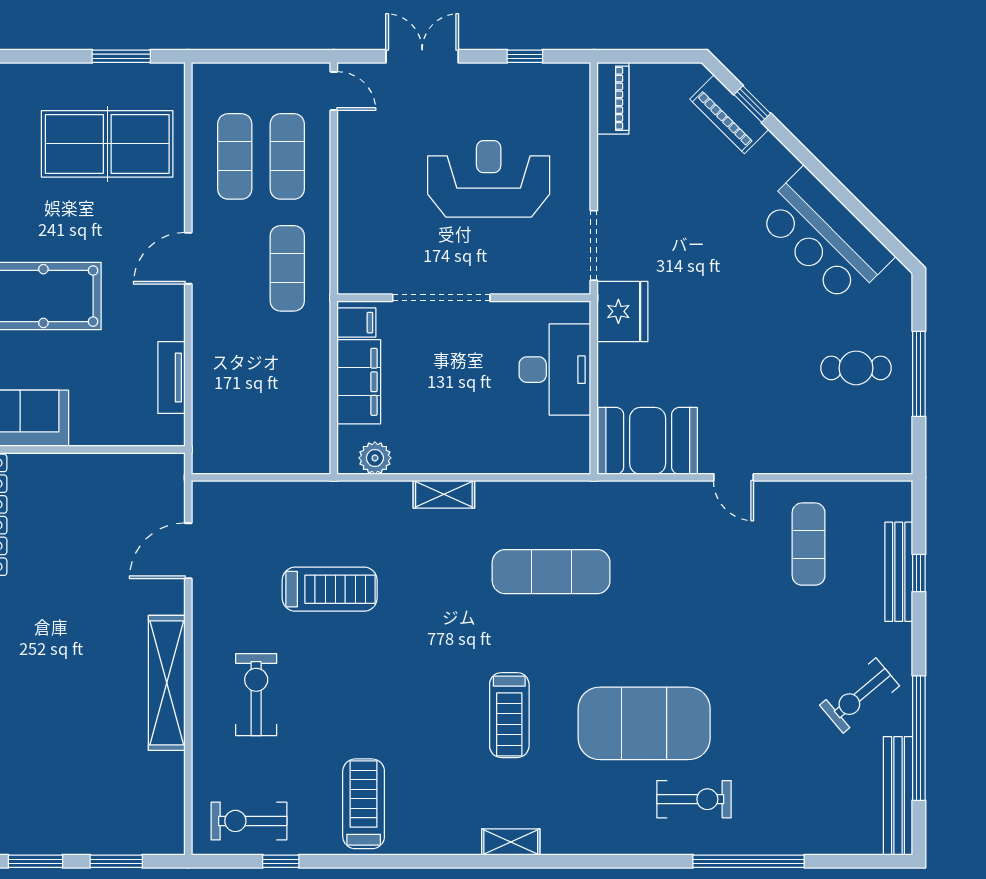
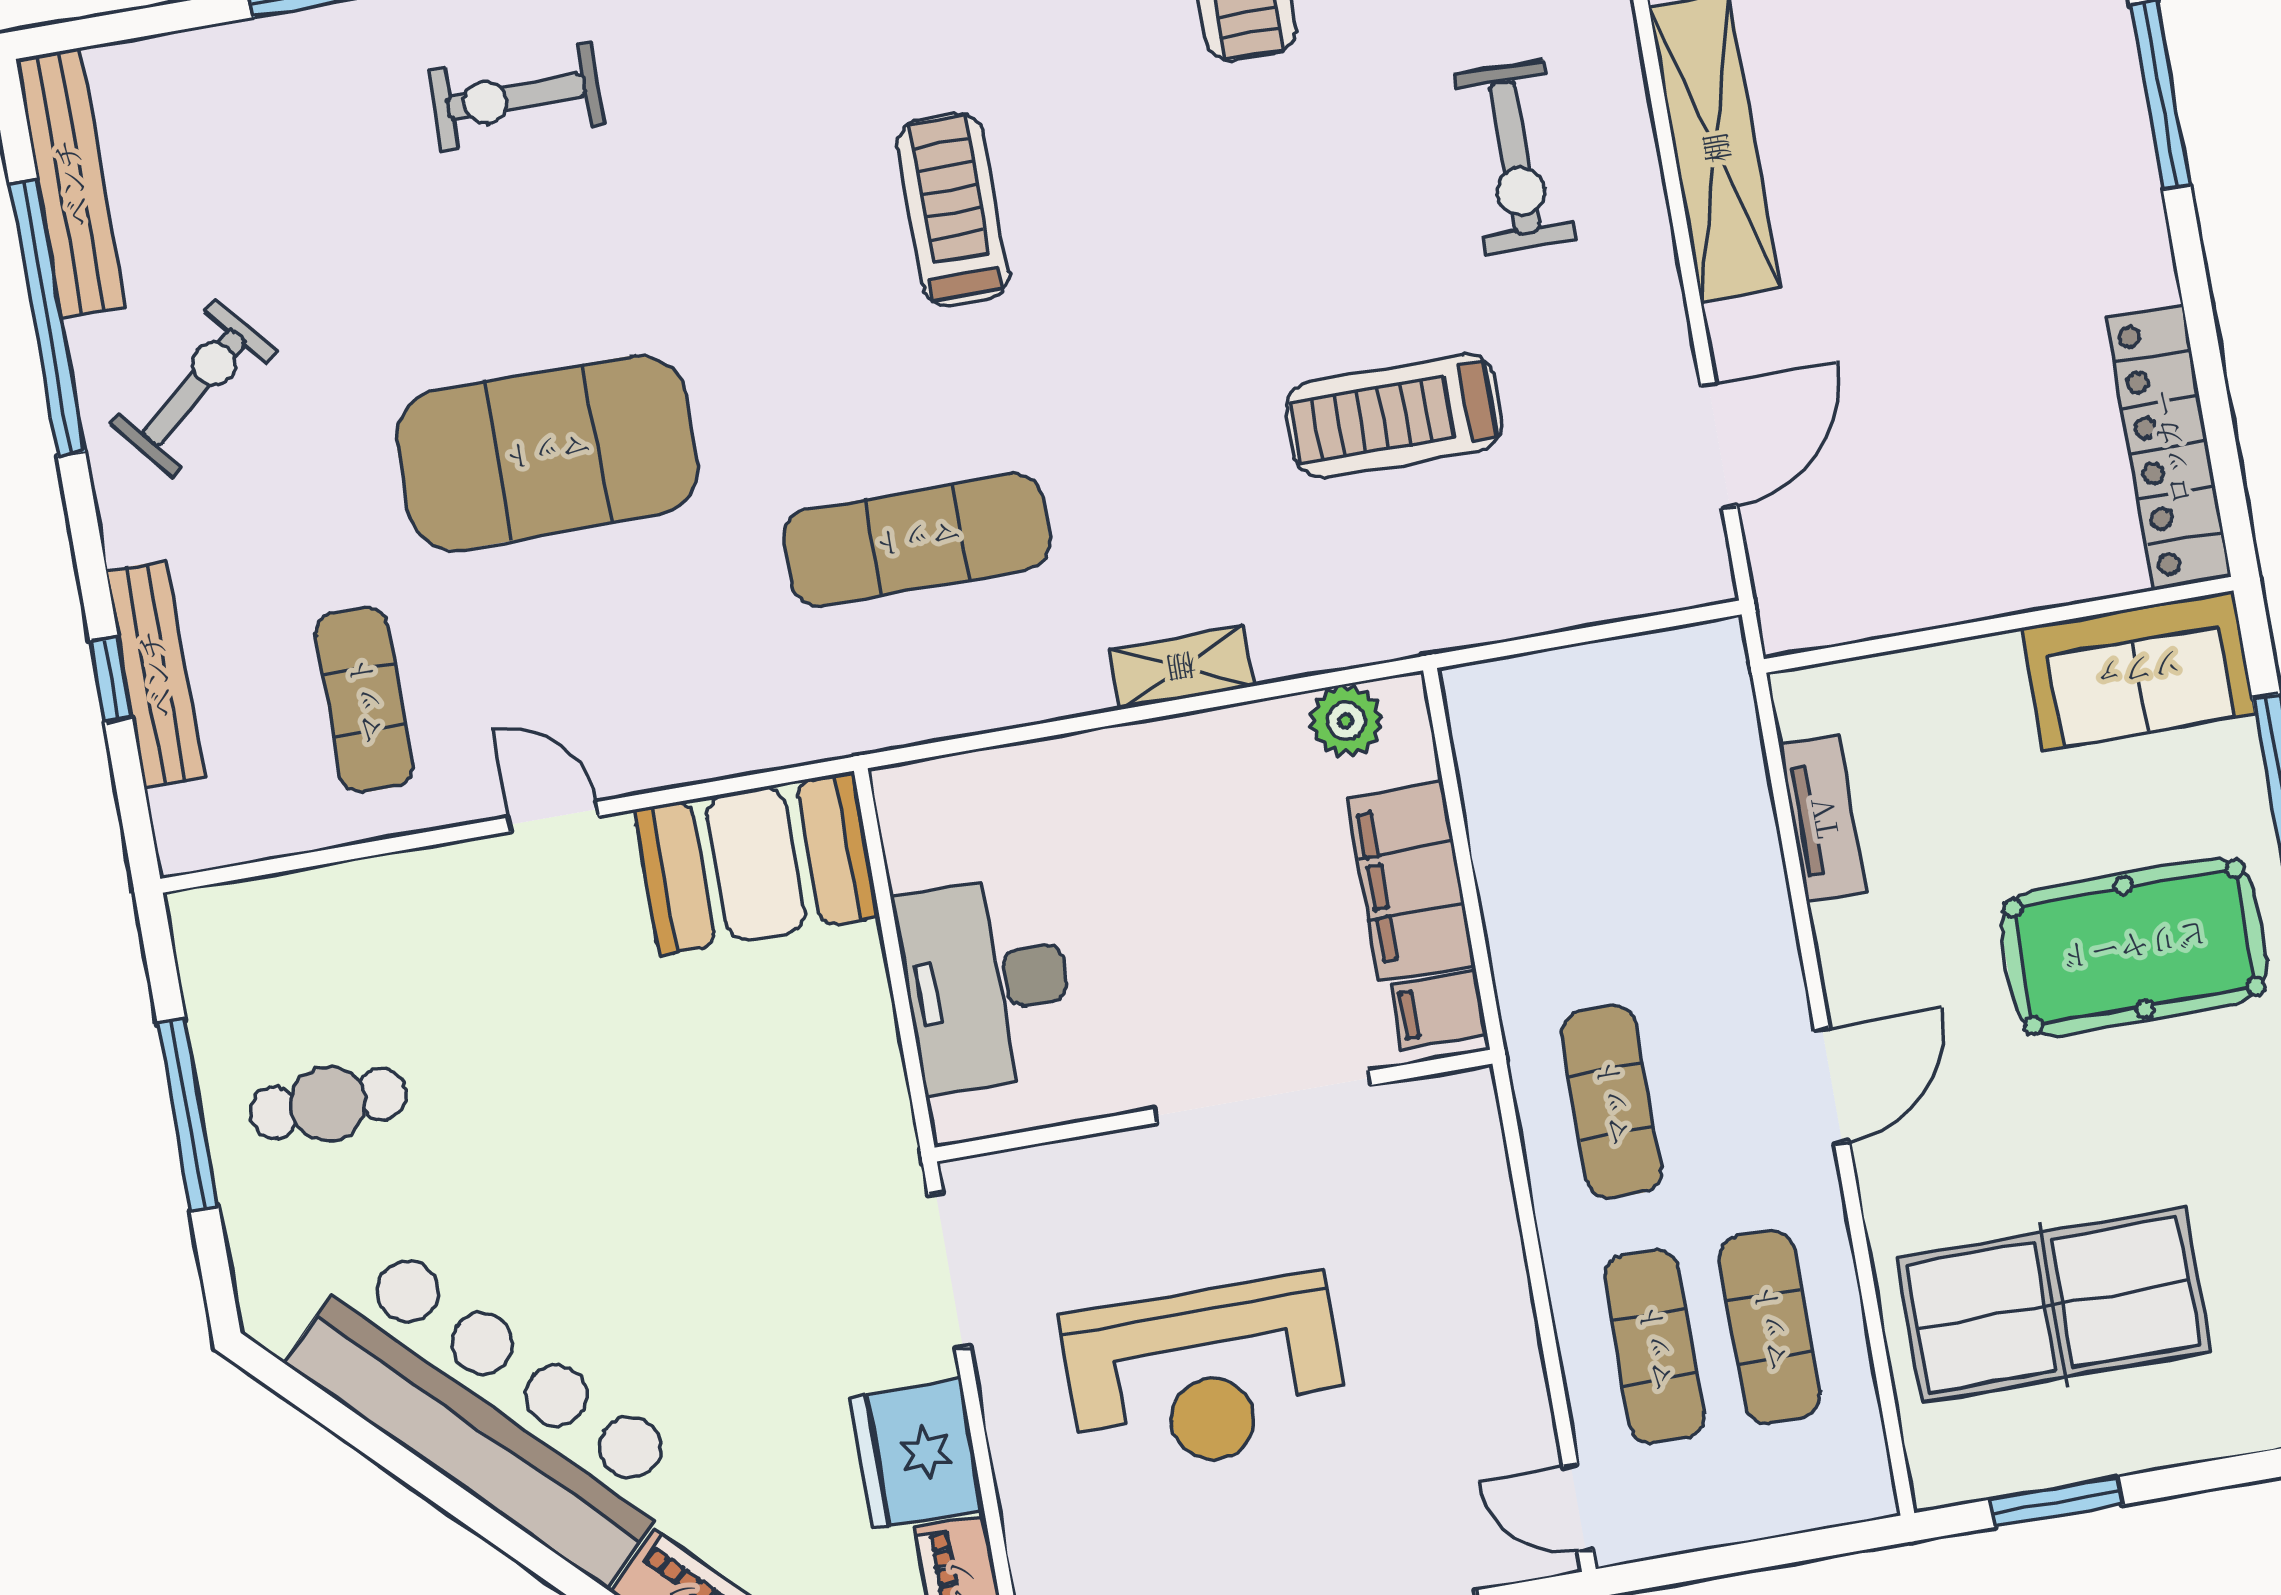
bar counter: (825, 236) -> (491, 1410), width x1.36
fridge: (622, 311) -> (917, 1454), moved
exercise mat: (644, 723) -> (547, 453), moved

